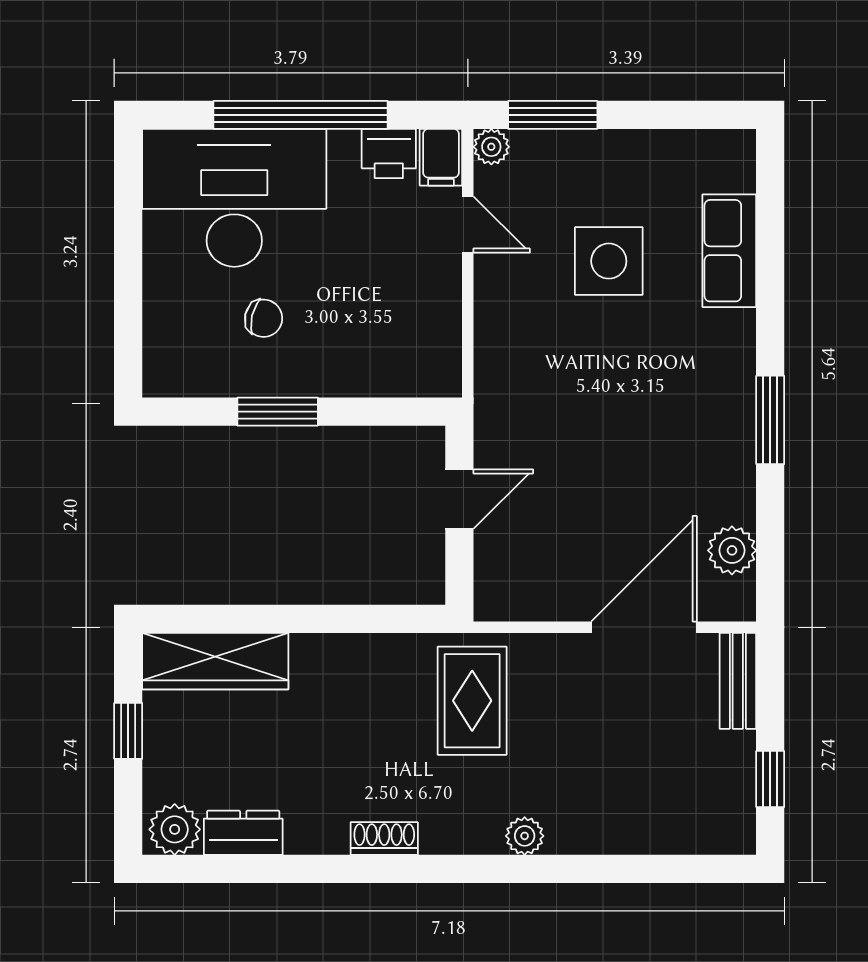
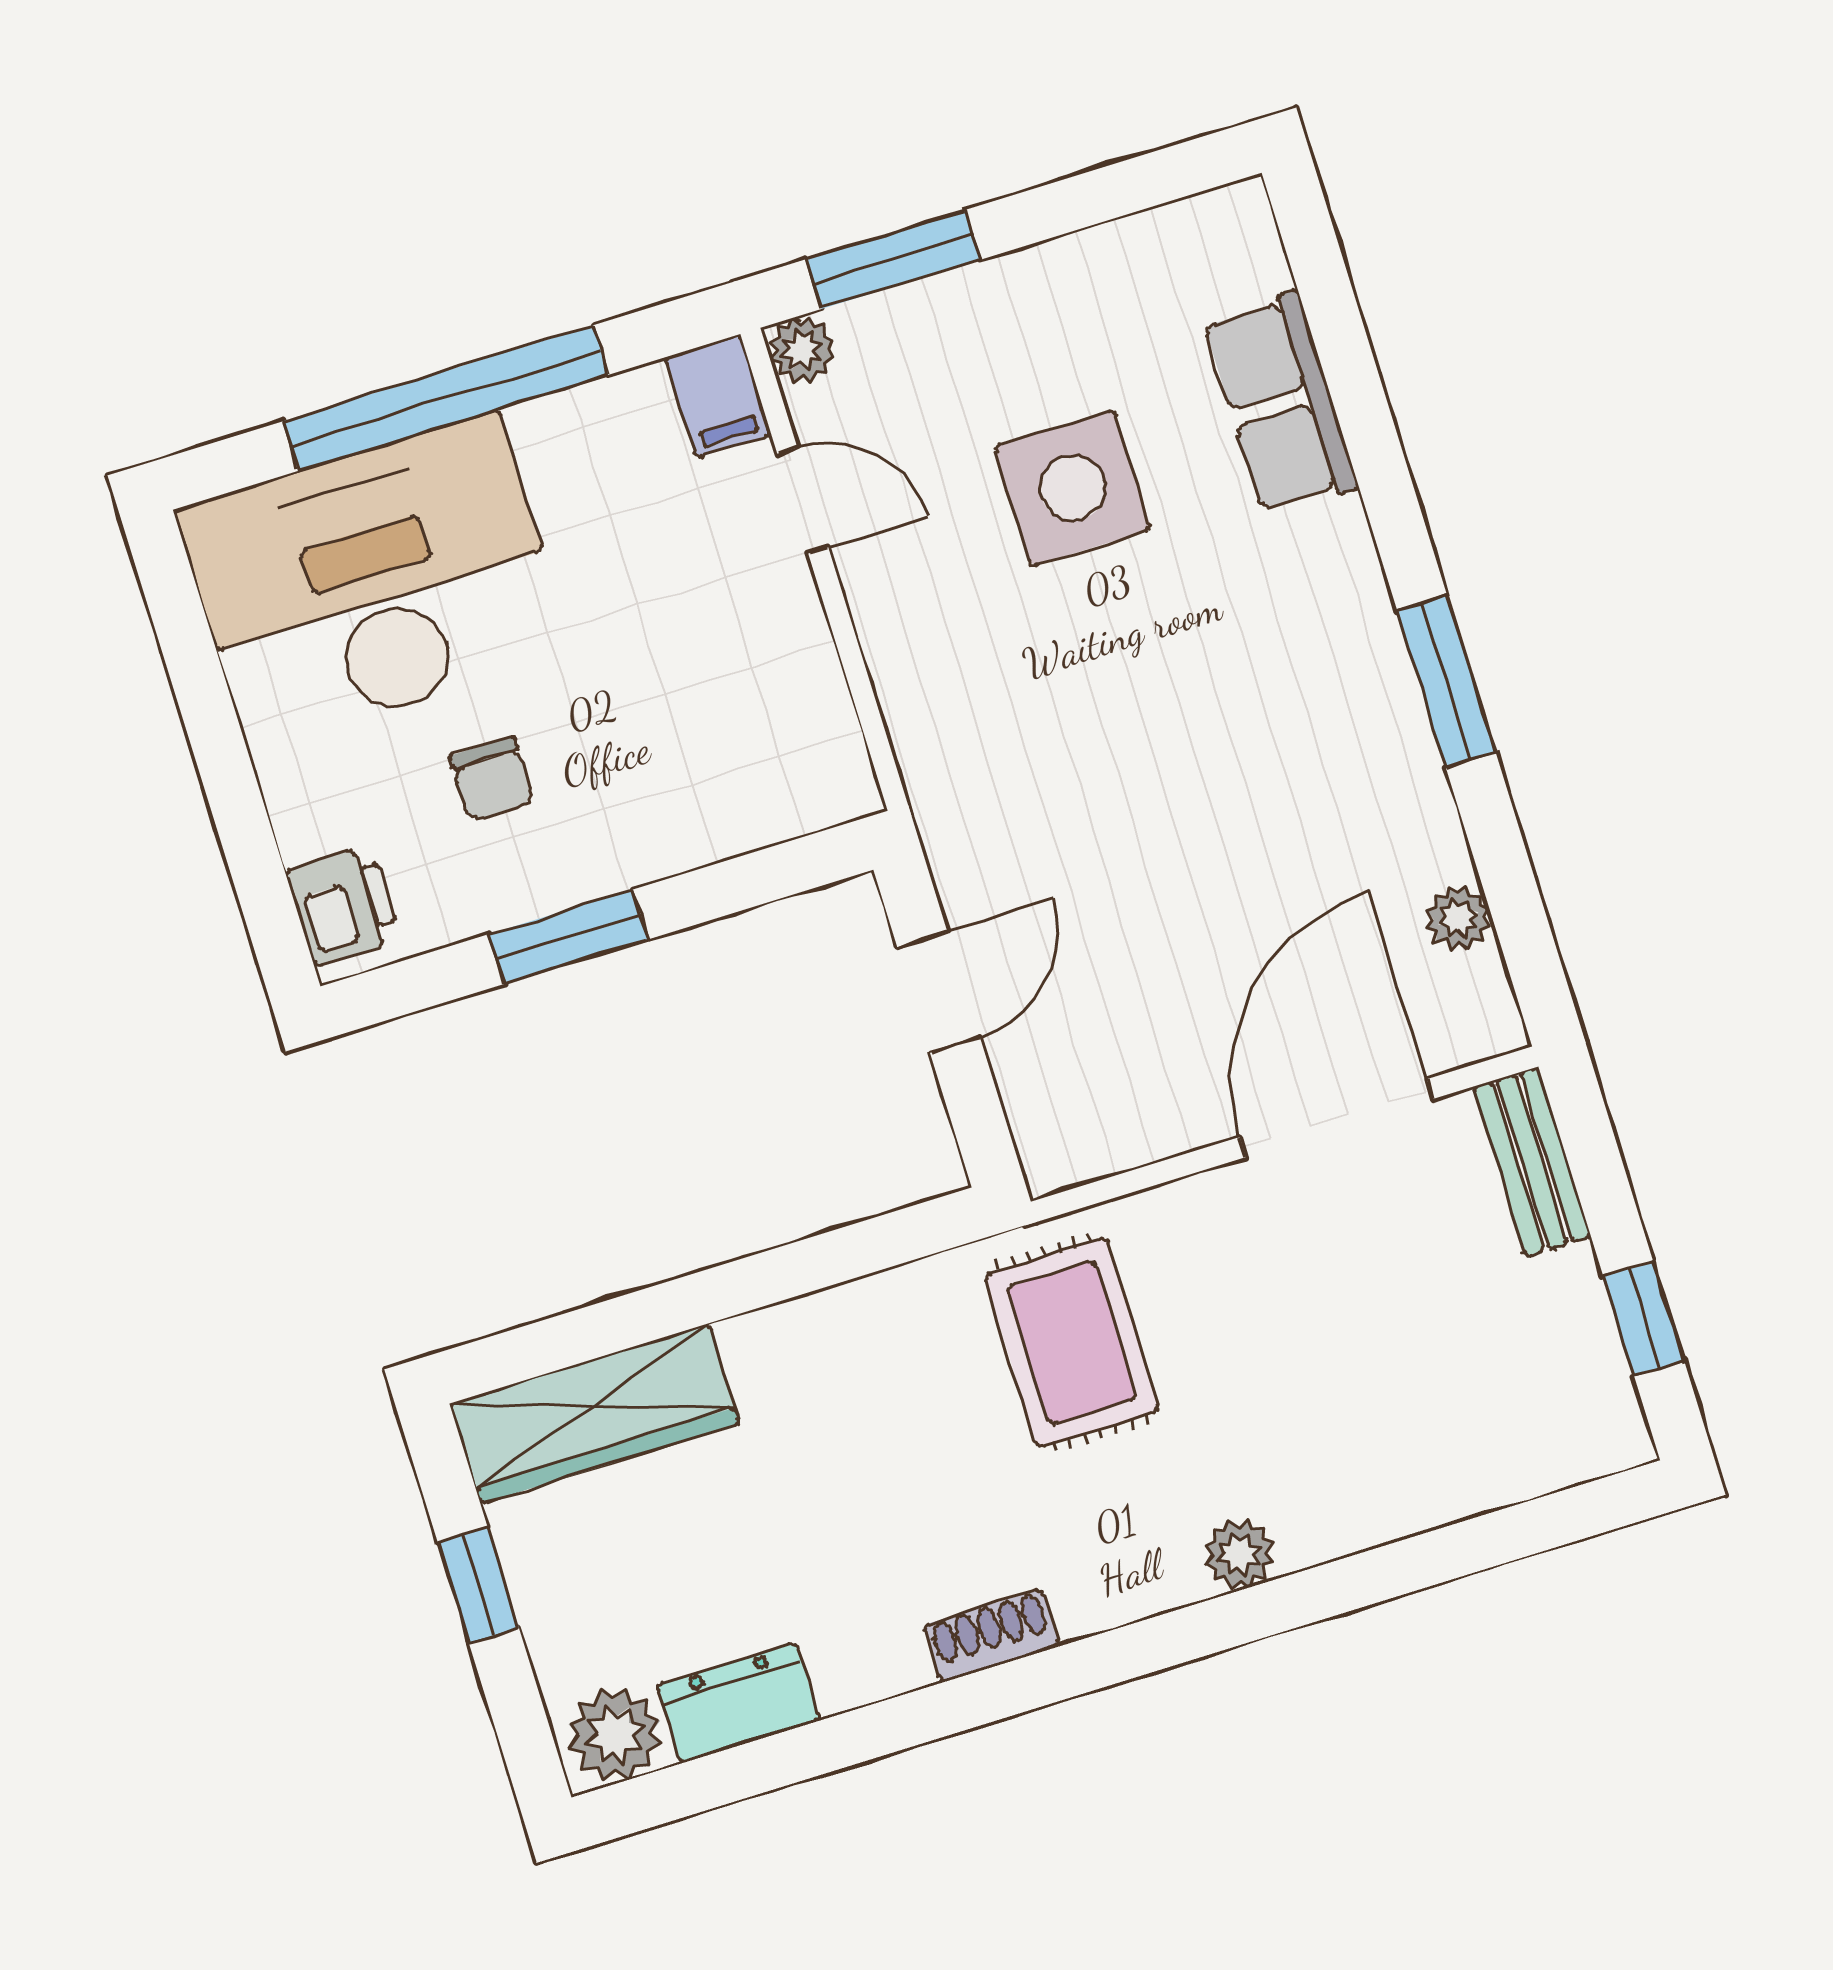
printer: (389, 154) -> (343, 906), moved, turned -90
chair: (264, 318) -> (492, 779), turned 77
plant: (732, 550) -> (1458, 918), width x0.73, depth x0.73

